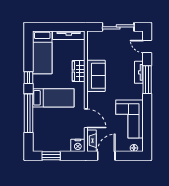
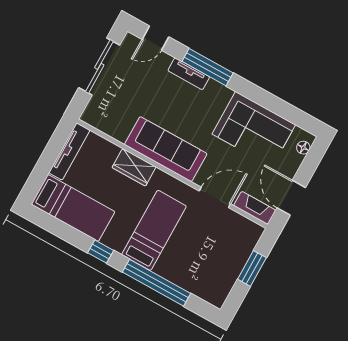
sofa: (96, 76) -> (166, 149), width x1.36
nightstand: (78, 145) -> (250, 233), removed
window: (51, 156) -> (252, 268), moved

